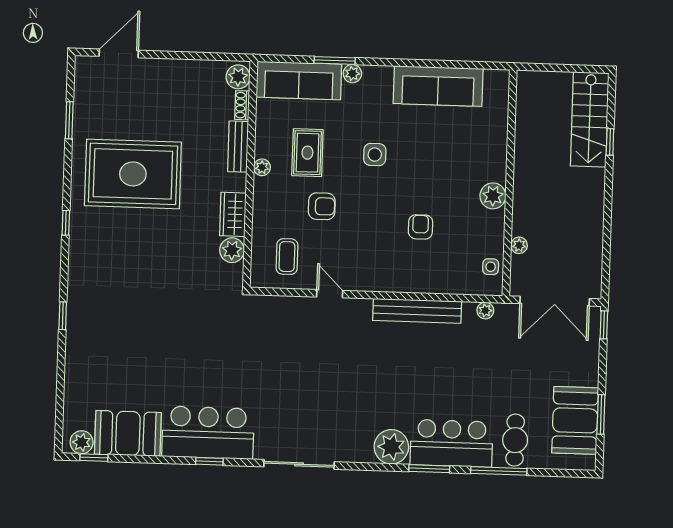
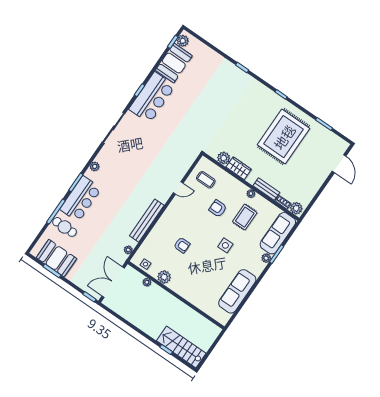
rug: (307, 153) -> (245, 217), turned 90
plant: (493, 196) -> (164, 277), moved
armchair: (322, 206) -> (218, 208), turned 90
plant: (391, 447) -> (95, 166), width x0.53, depth x0.53

